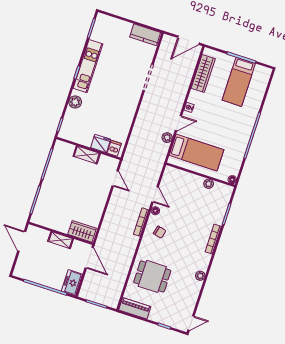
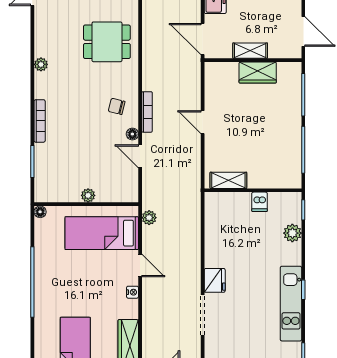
plant: (75, 102) -> (292, 233), moved
door: (178, 123) -> (140, 266), swing flipped
plant: (167, 138) -> (149, 218), moved
fridge: (101, 143) -> (215, 280), moved, turned -90
dishwasher: (114, 148) -> (260, 202), moved
shelving: (87, 155) -> (228, 180), moved
door: (115, 178) -> (203, 122), moved
plant: (209, 184) -> (88, 195), moved
wardrobe: (82, 231) -> (258, 72), moved

